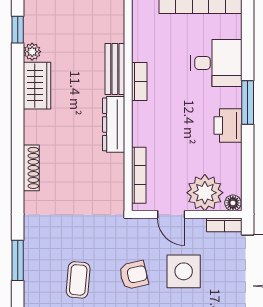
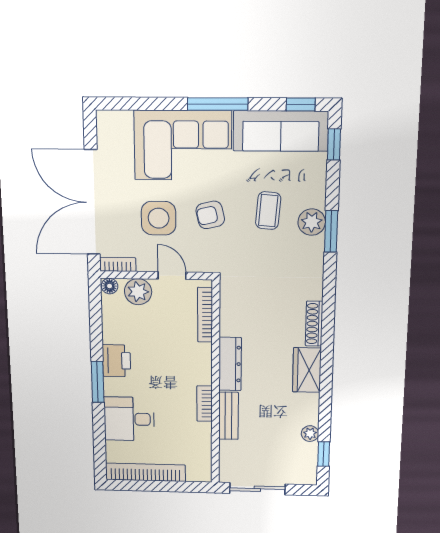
wardrobe: (37, 86) -> (307, 370), moved
plant: (205, 193) -> (138, 292), width x0.73, depth x0.73
plant: (36, 269) -> (312, 222), added

